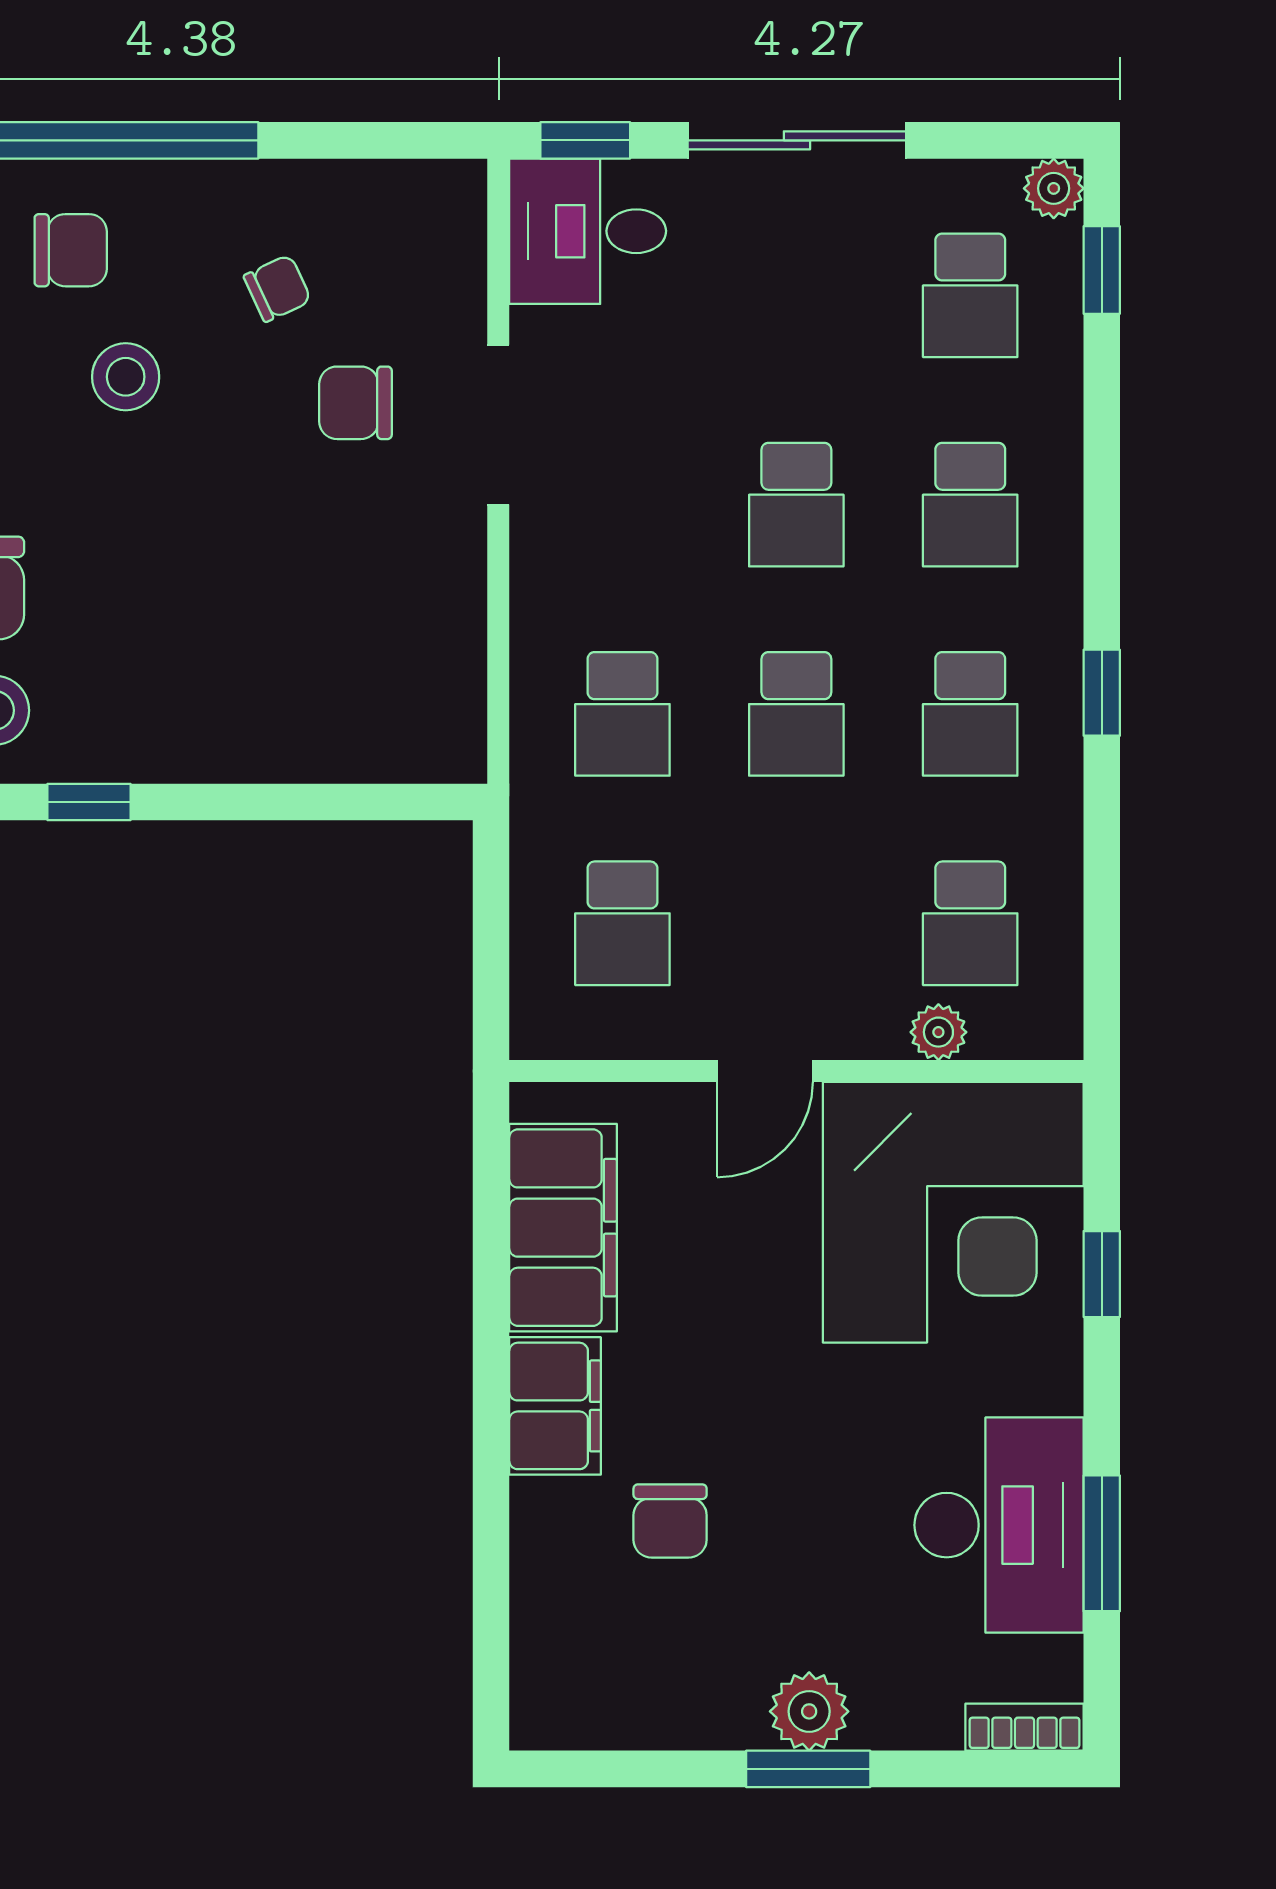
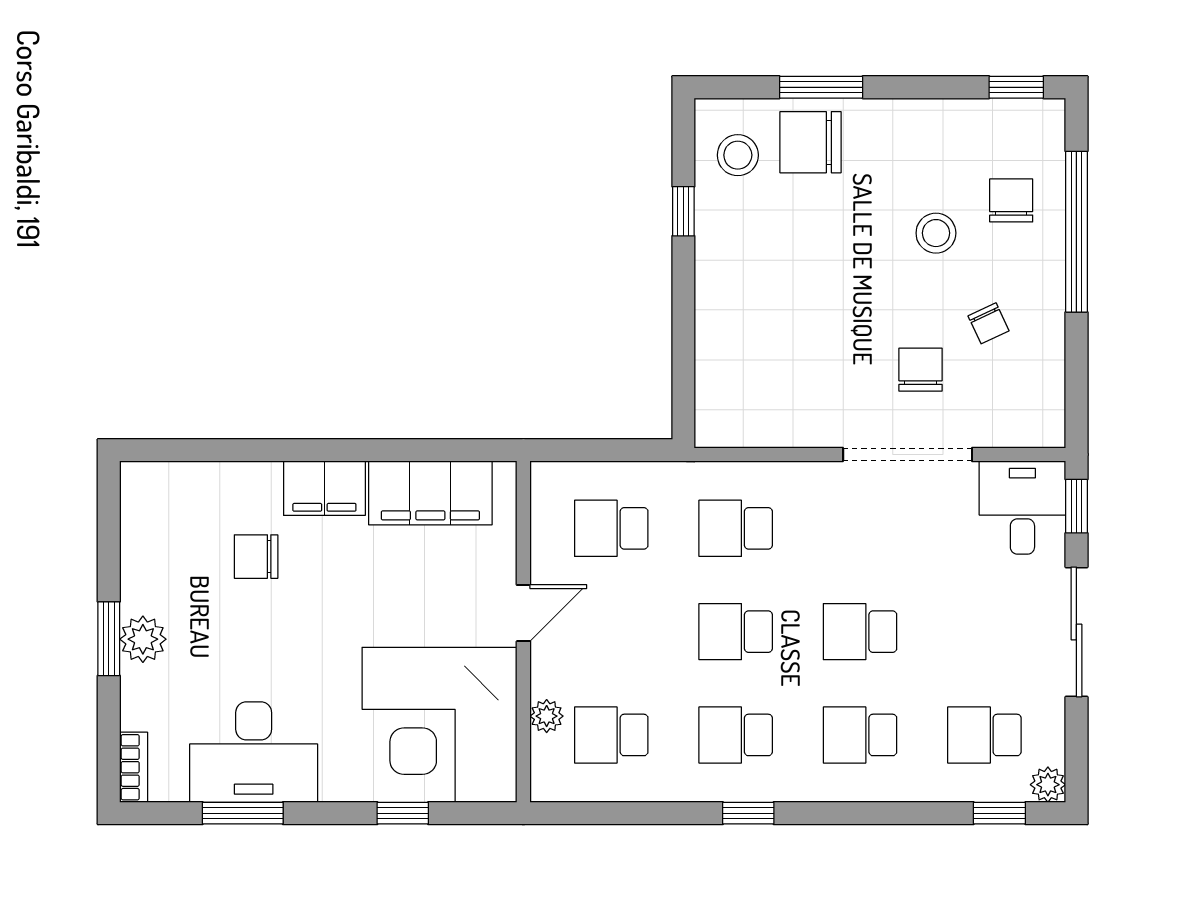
chair: (71, 250) -> (1011, 200), turned 180
doorway: (498, 425) -> (908, 455), width x1.36
door: (765, 1071) -> (523, 613), swing flipped

